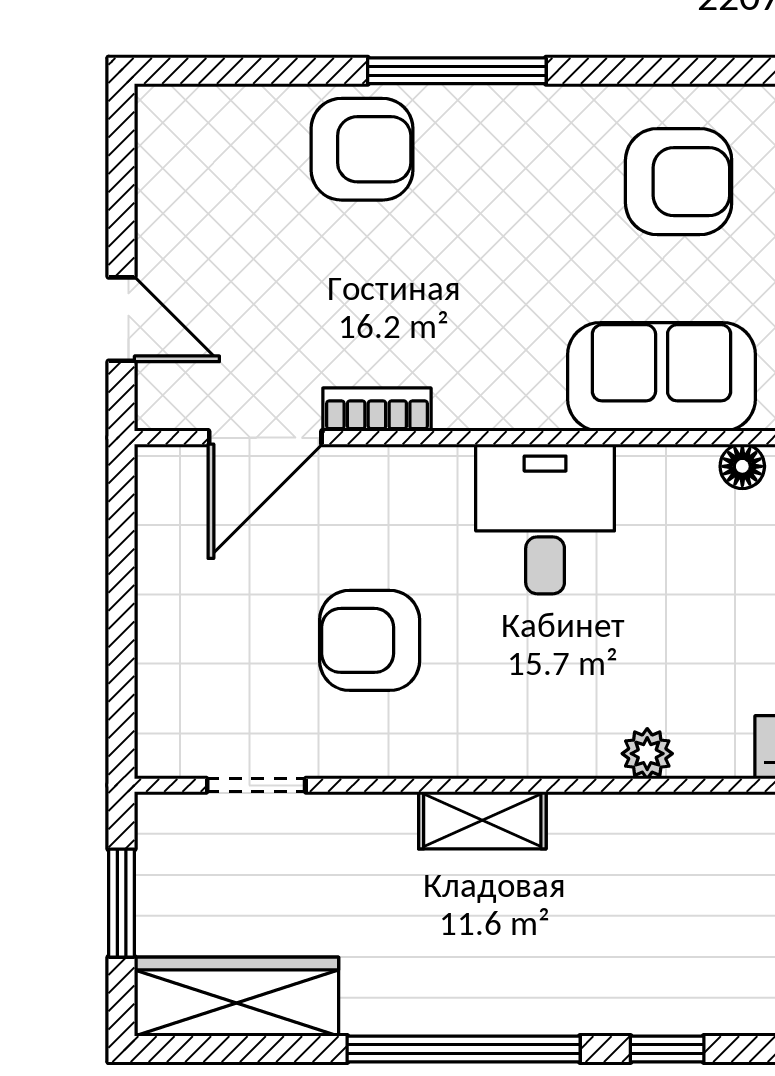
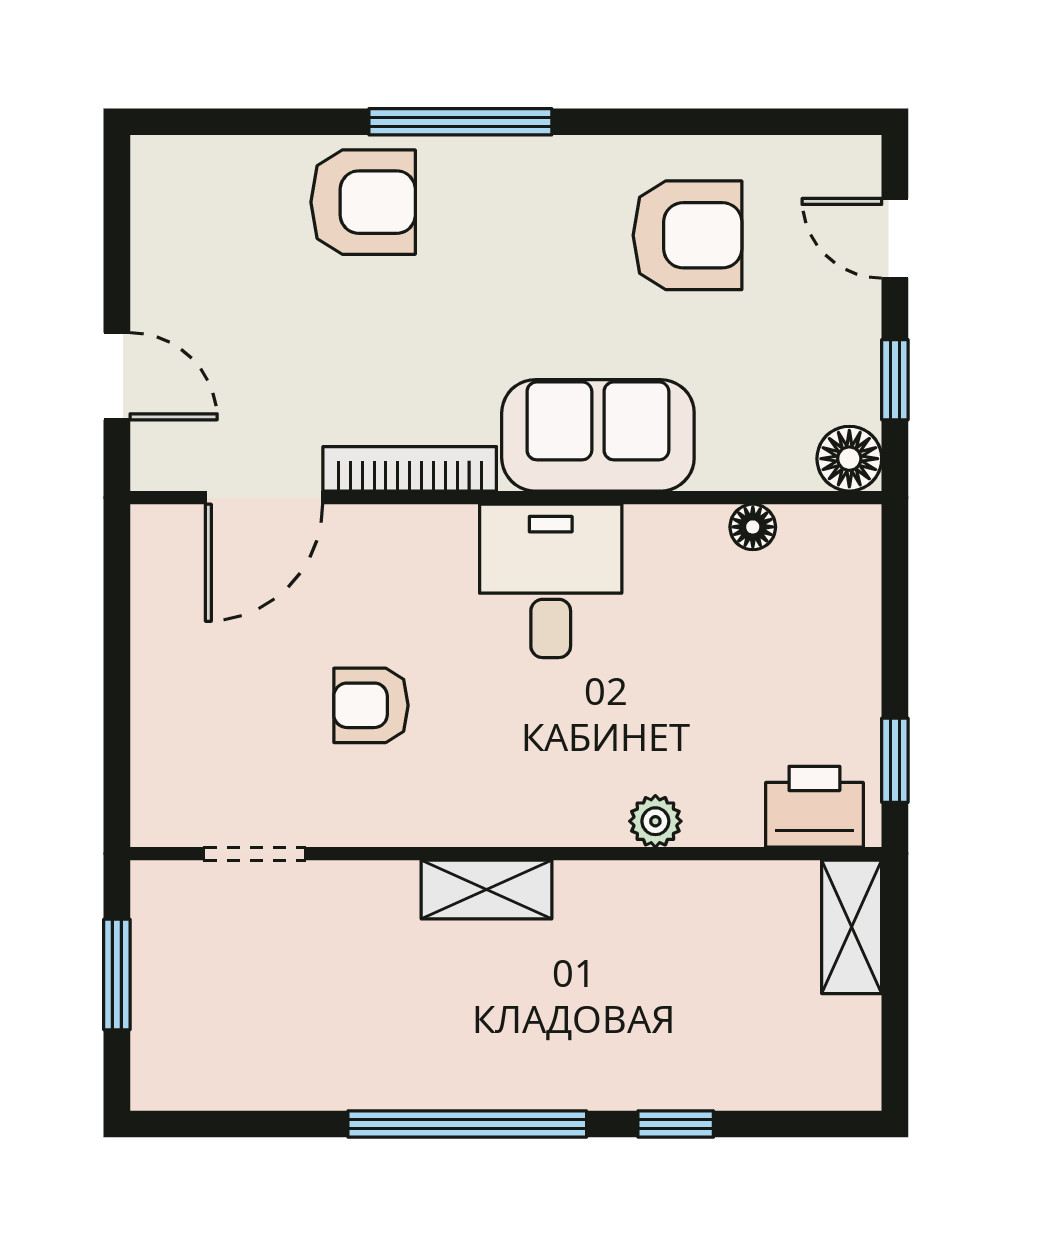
sofa: (662, 377) -> (598, 435), moved
bookcase: (377, 410) -> (410, 469), width x1.56
armchair: (370, 640) -> (371, 705), width x0.72, depth x0.72
wardrobe: (237, 997) -> (235, 1070), removed

